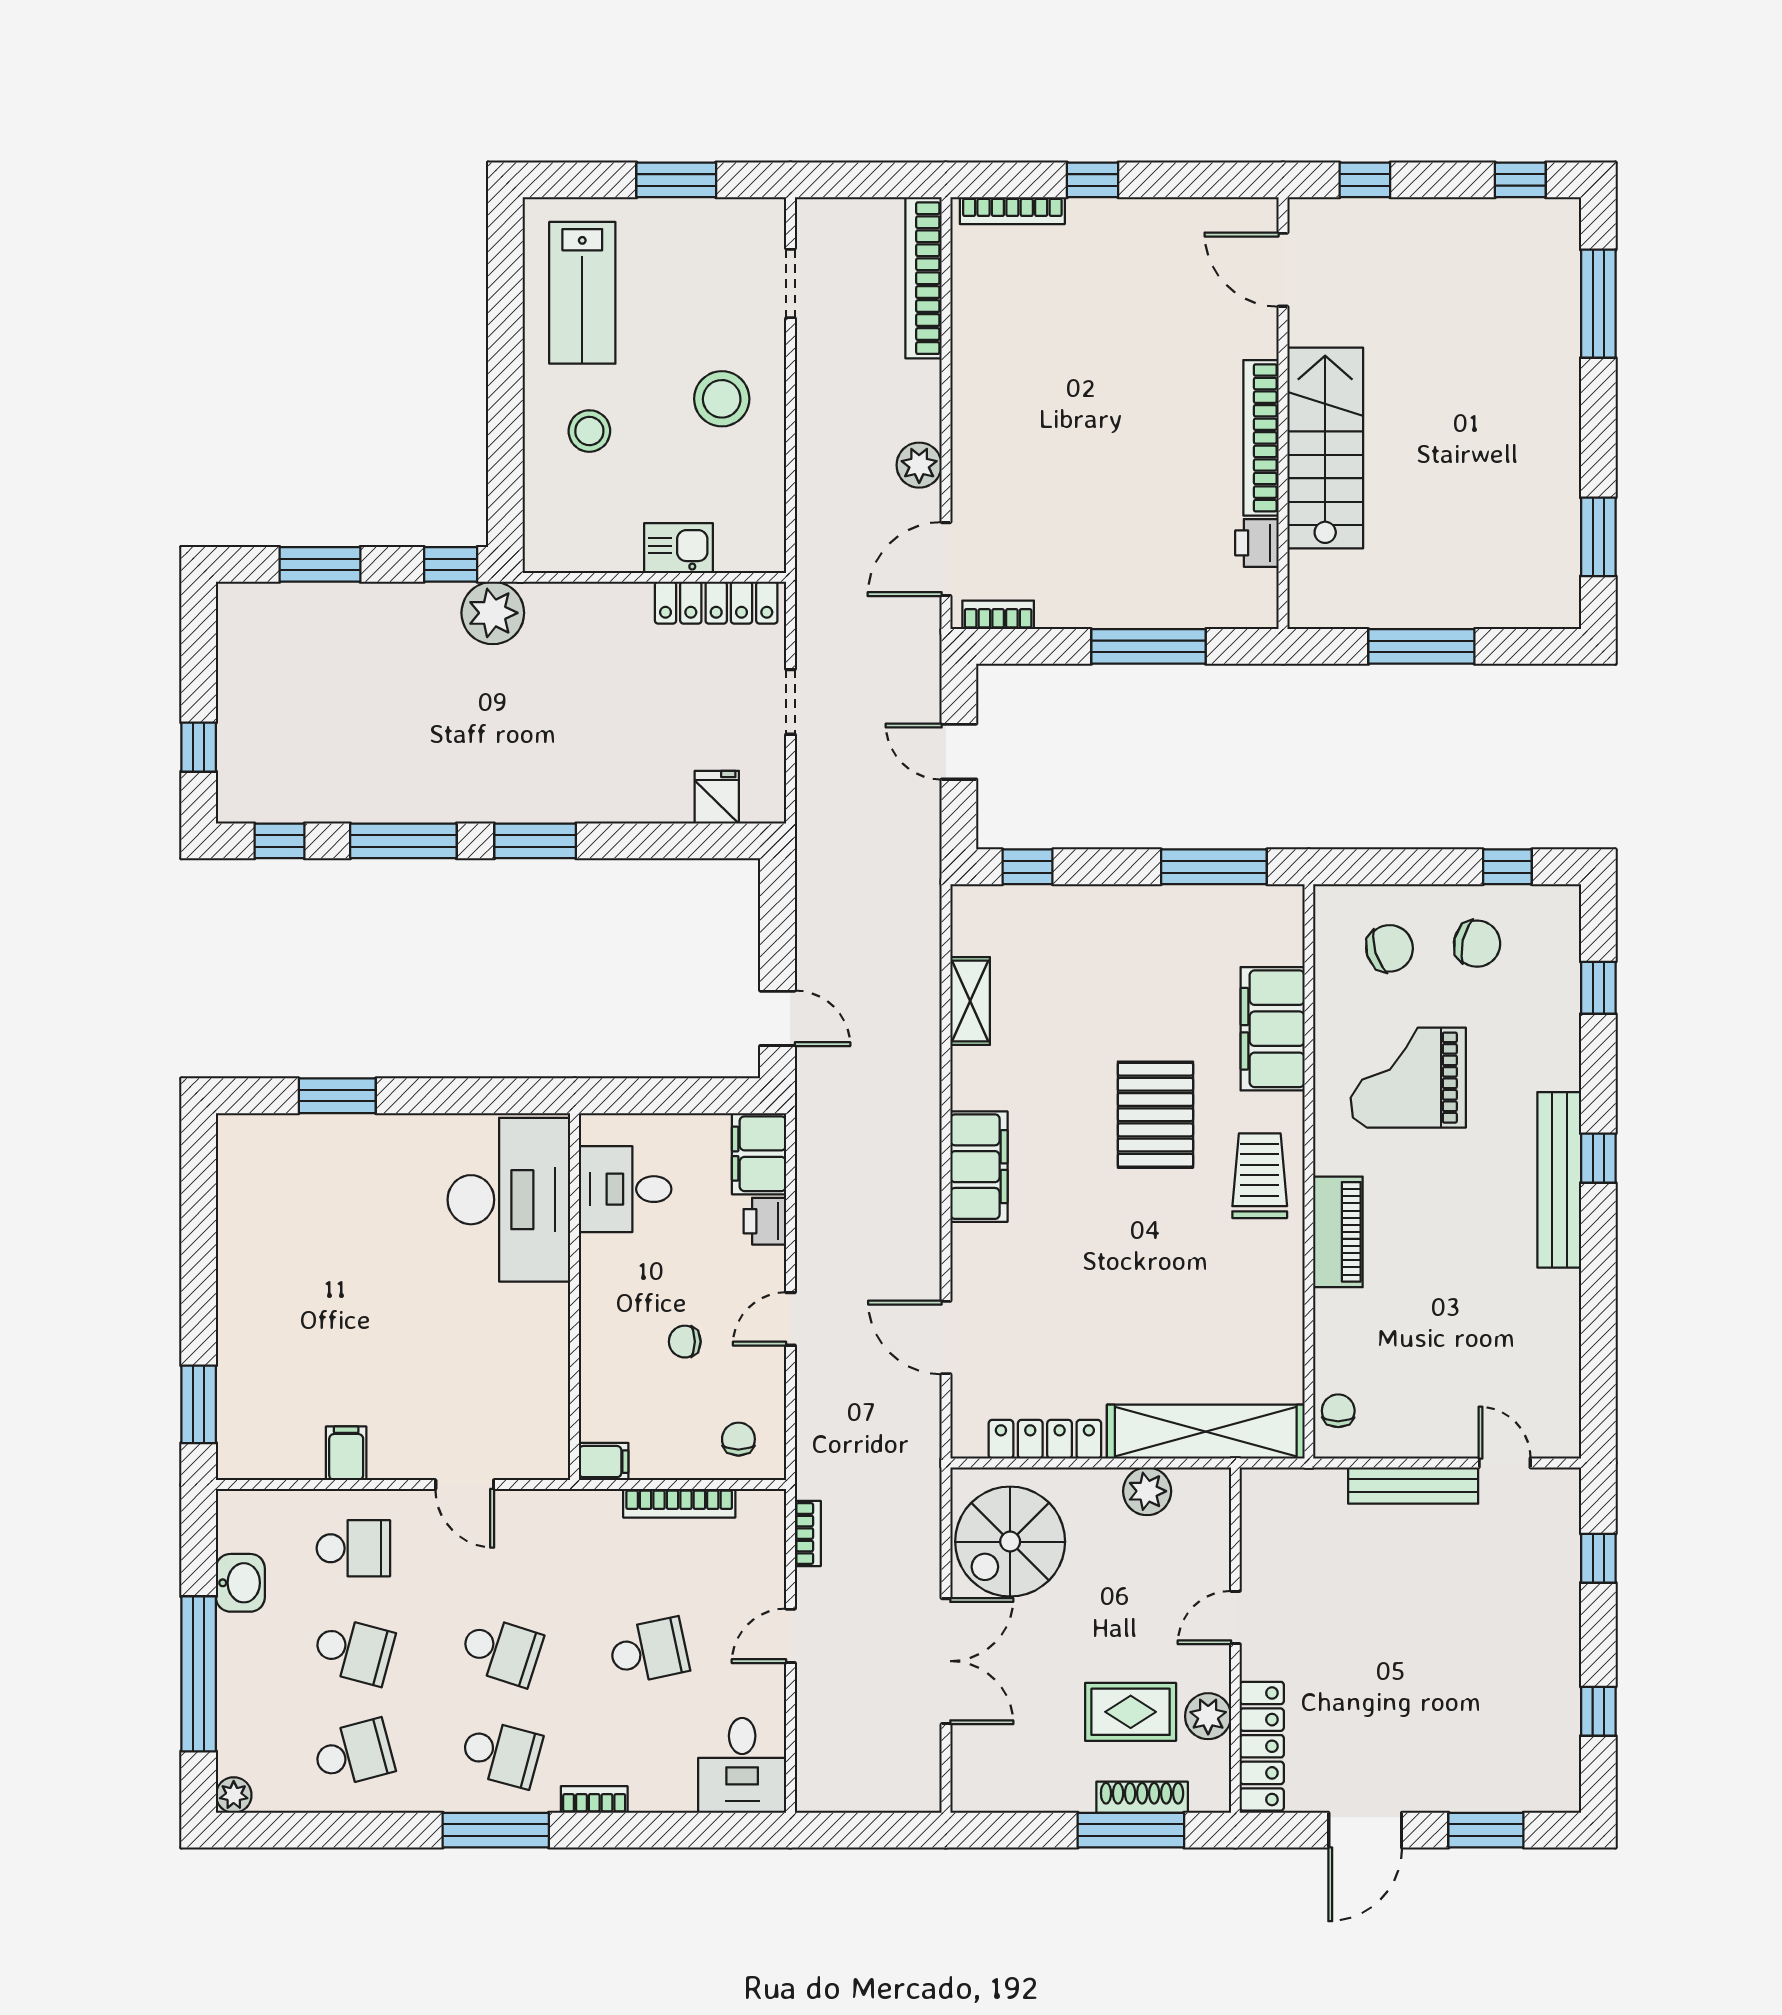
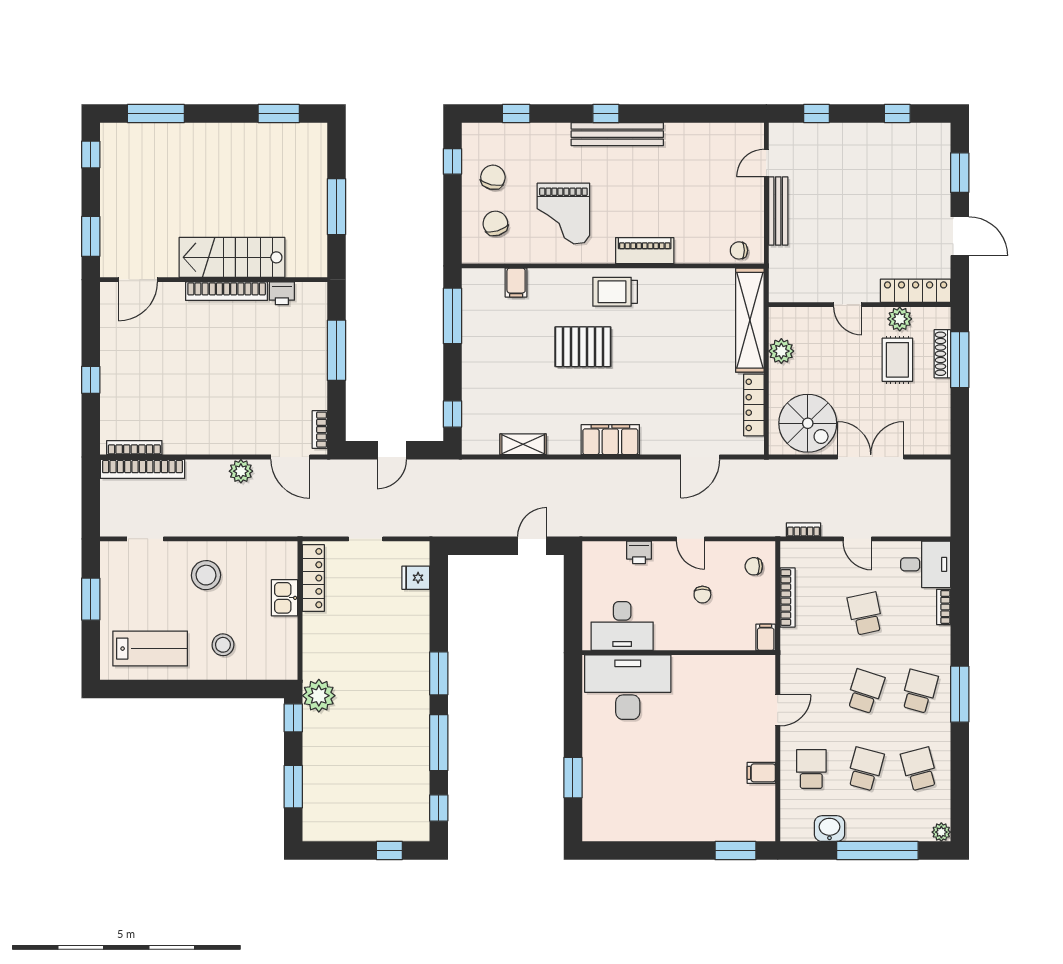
window: (1365, 180) -> (91, 236), width x1.50
bookcase: (1012, 211) -> (134, 448), moved, turned -90
filing cabinet: (1273, 1029) -> (516, 283), width x0.33, depth x0.86
filing cabinet: (759, 1154) -> (604, 555), removed
desk: (625, 1189) -> (622, 626), width x1.37
bookcase: (594, 1800) -> (944, 607), moved

